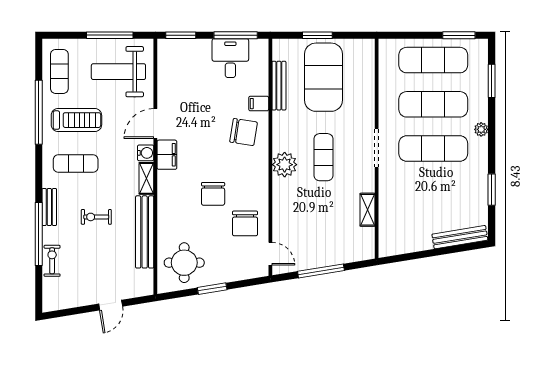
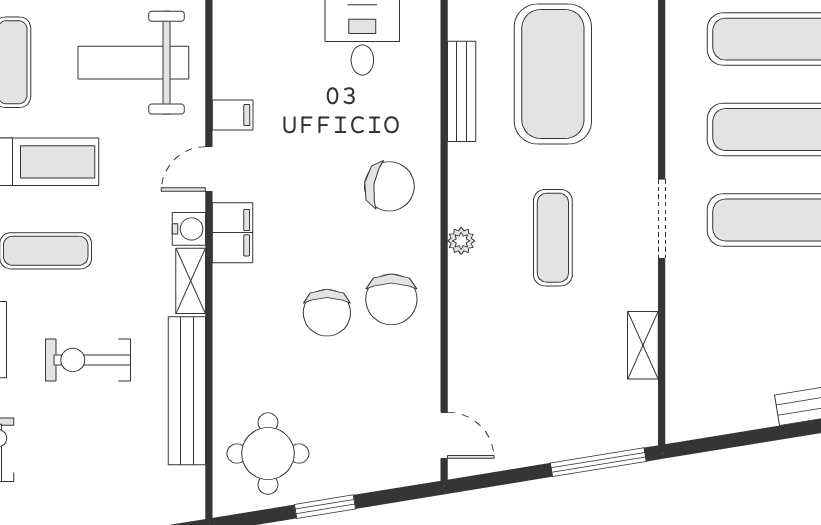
filing cabinet: (259, 104) -> (233, 115), moved, turned 180
door: (155, 124) -> (209, 169), width x0.73
plant: (285, 165) -> (461, 241), width x0.53, depth x0.53
exercise bike: (96, 217) -> (88, 360), width x1.38, depth x1.39
chair: (245, 223) -> (391, 299), moved
window: (321, 271) -> (598, 462), moved

